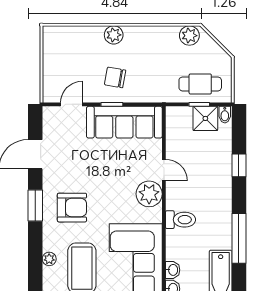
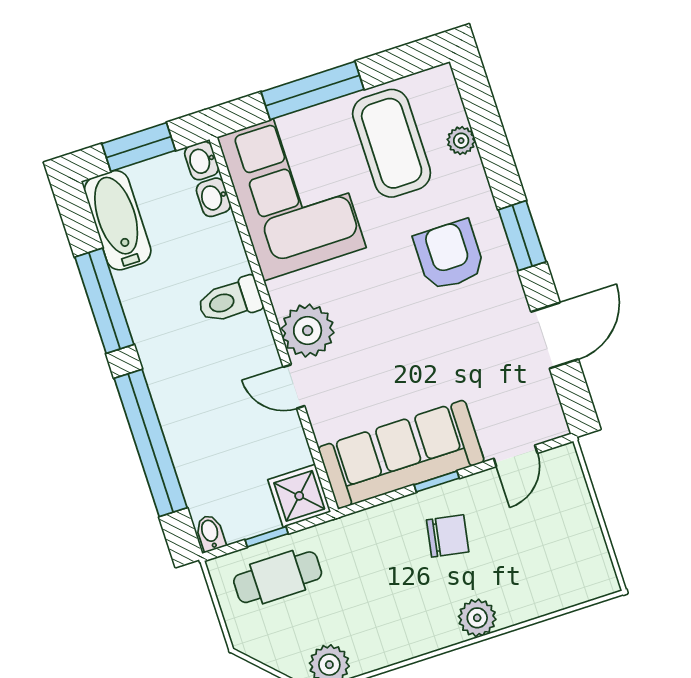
shower: (205, 118) -> (299, 496), moved
window: (239, 165) -> (151, 443), width x3.17
armchair: (72, 208) -> (449, 255), turned 90

